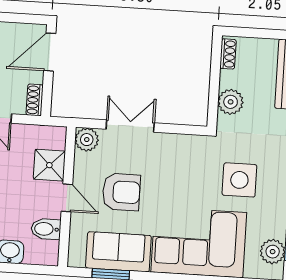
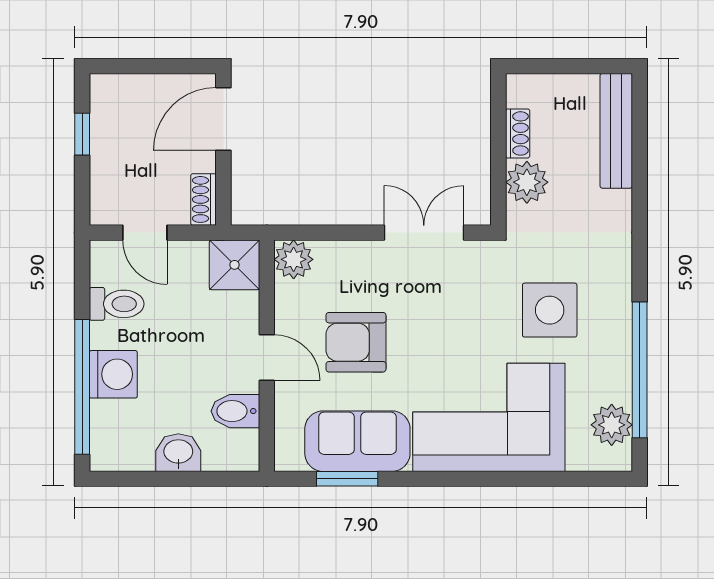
shoe rack: (228, 54) -> (518, 133), moved
double door: (130, 126) -> (424, 233), moved
shower: (49, 165) -> (235, 265), moved
armchair: (121, 192) -> (356, 342), turned 180

